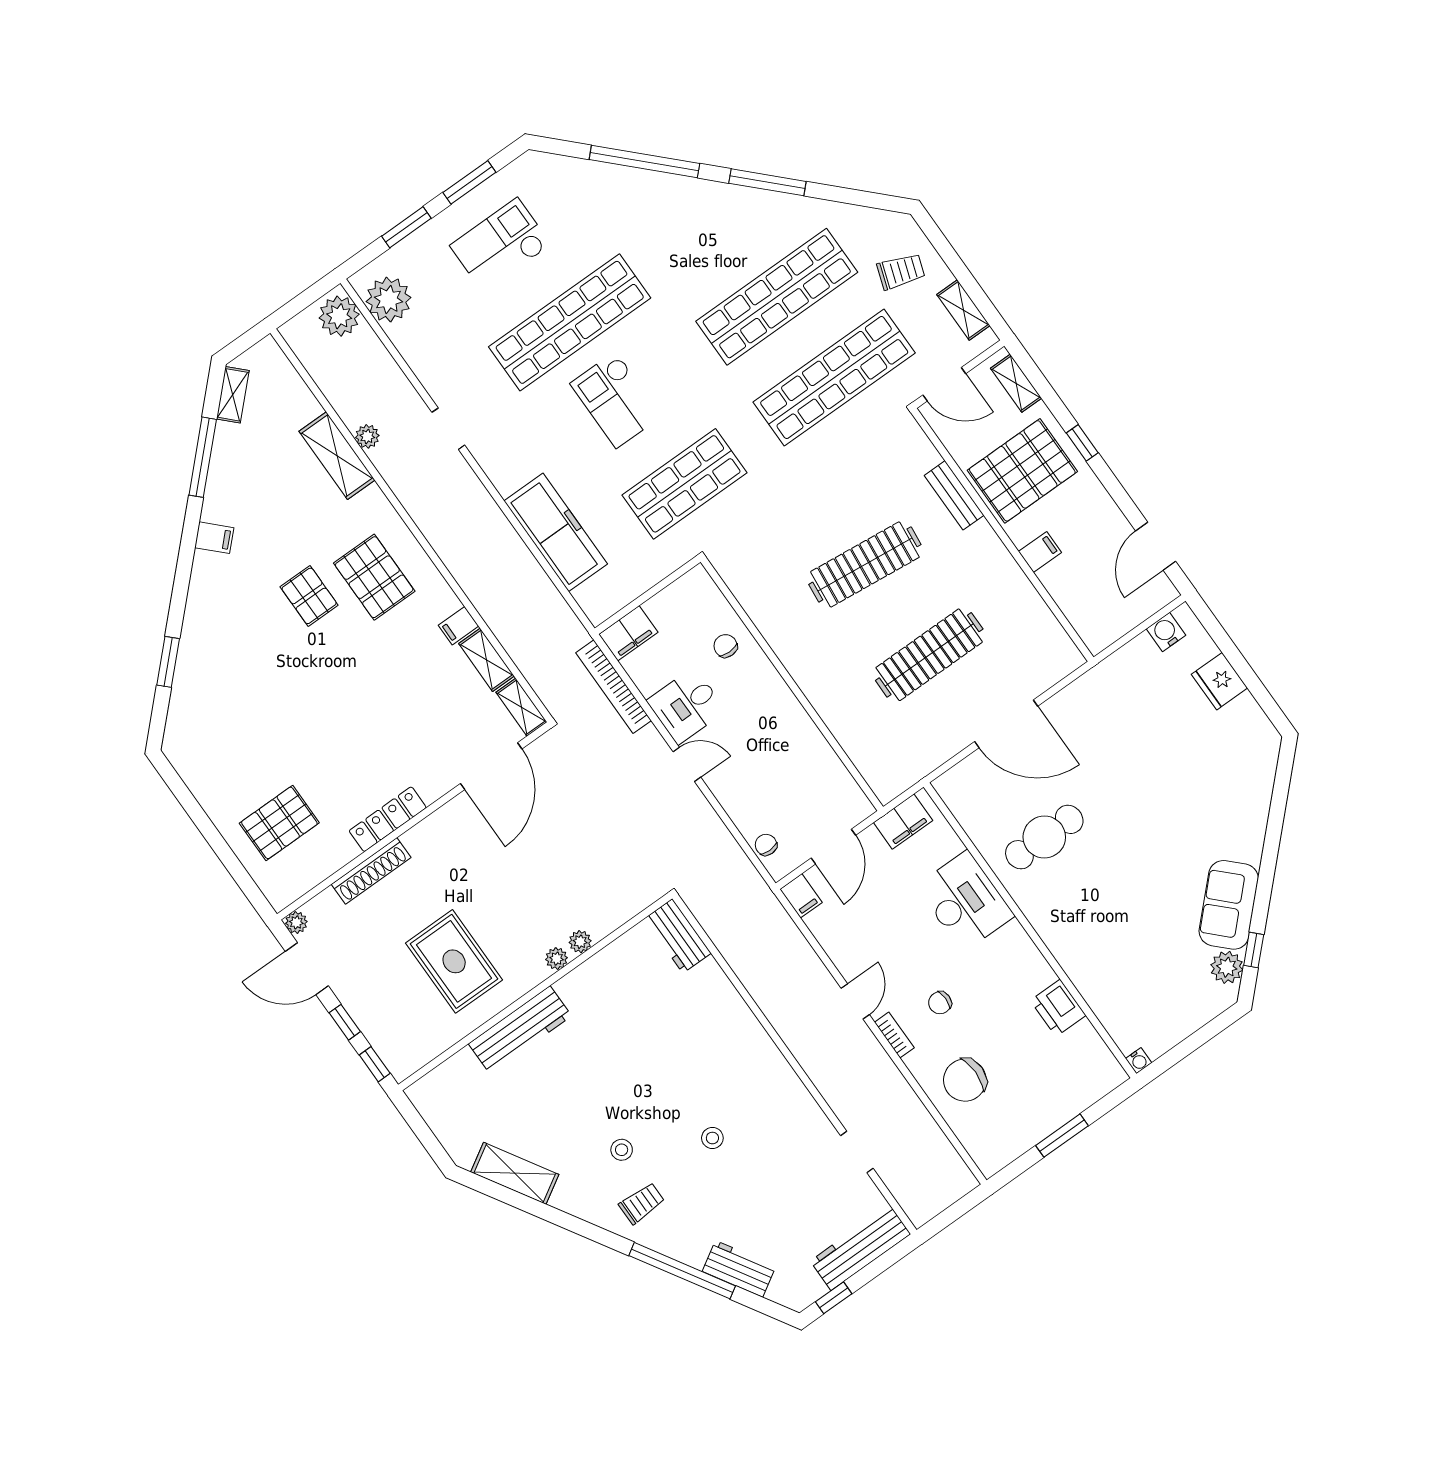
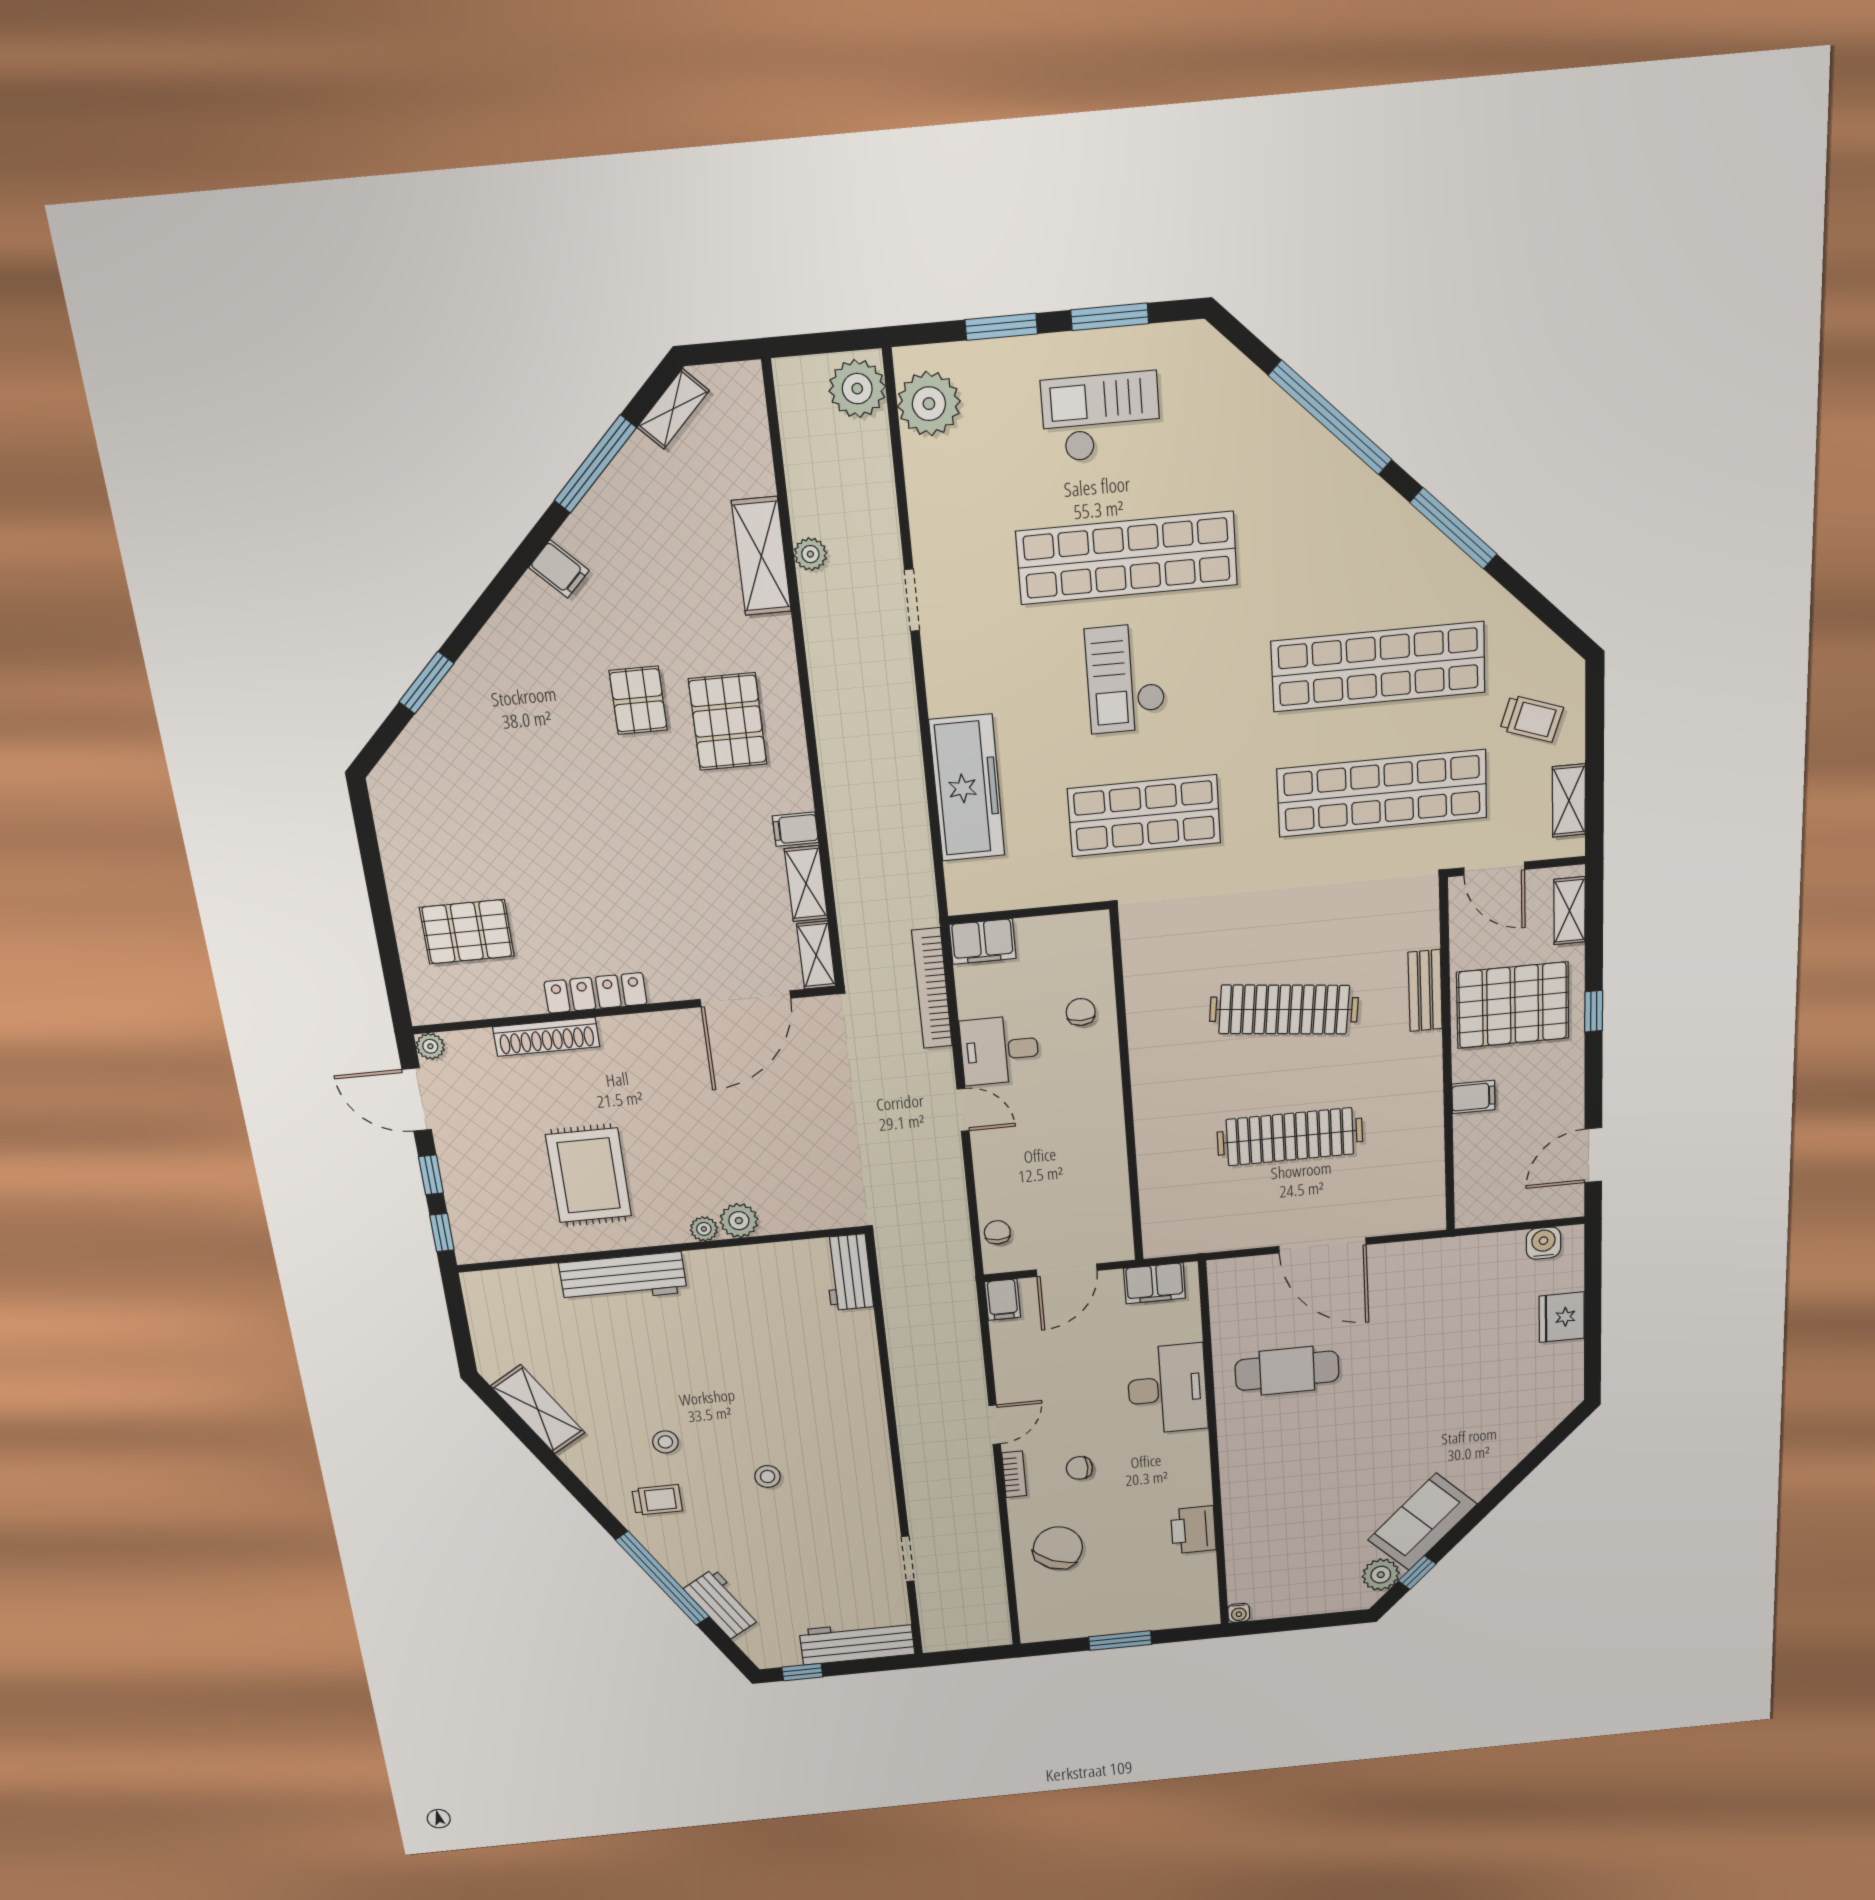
plant: (580, 942) -> (739, 1221), width x1.38, depth x1.38
chair: (965, 1080) -> (1058, 1548), turned 114

